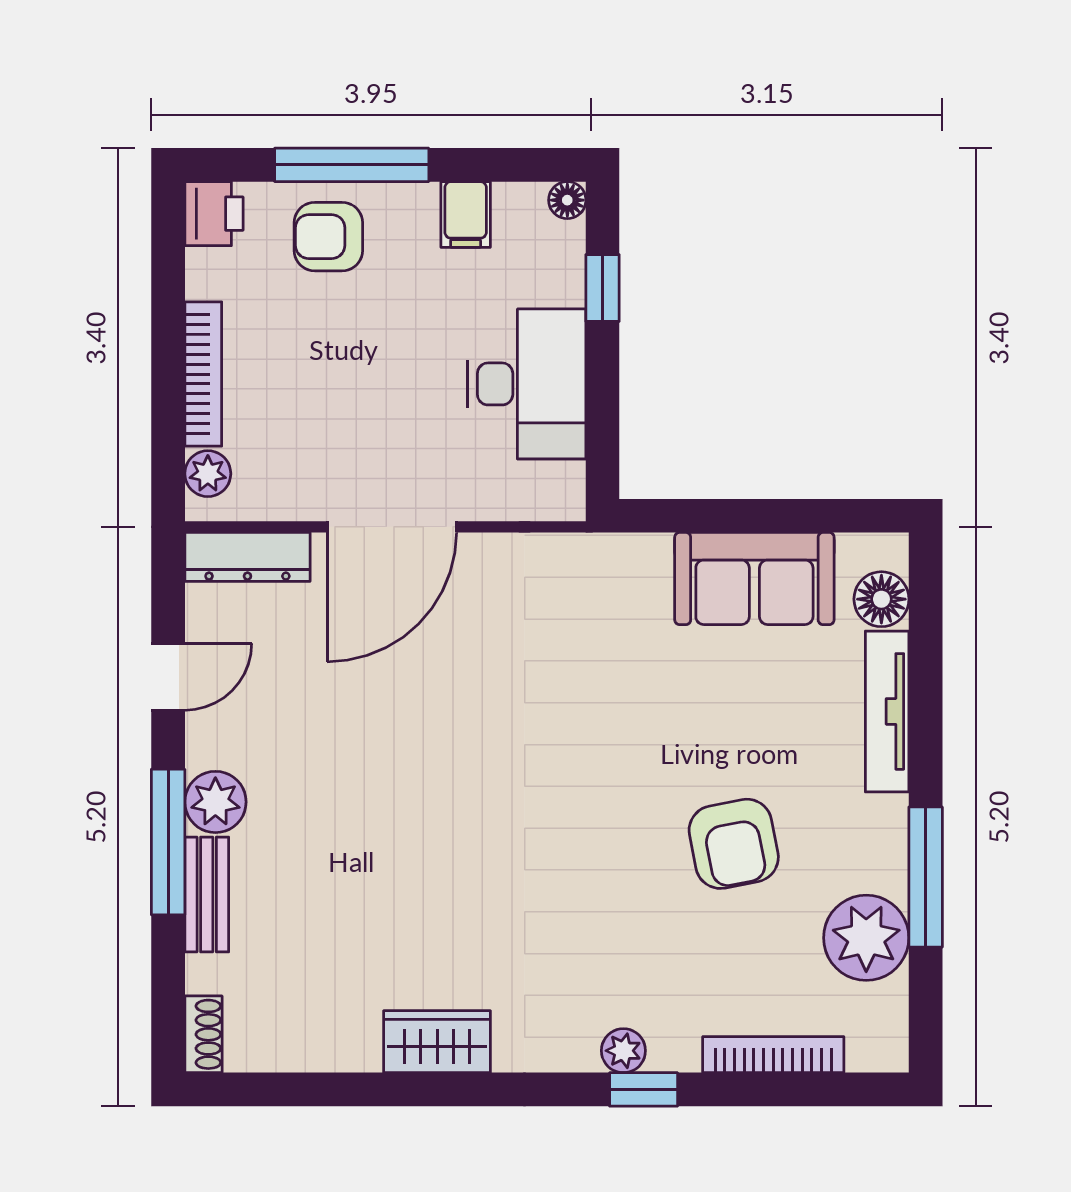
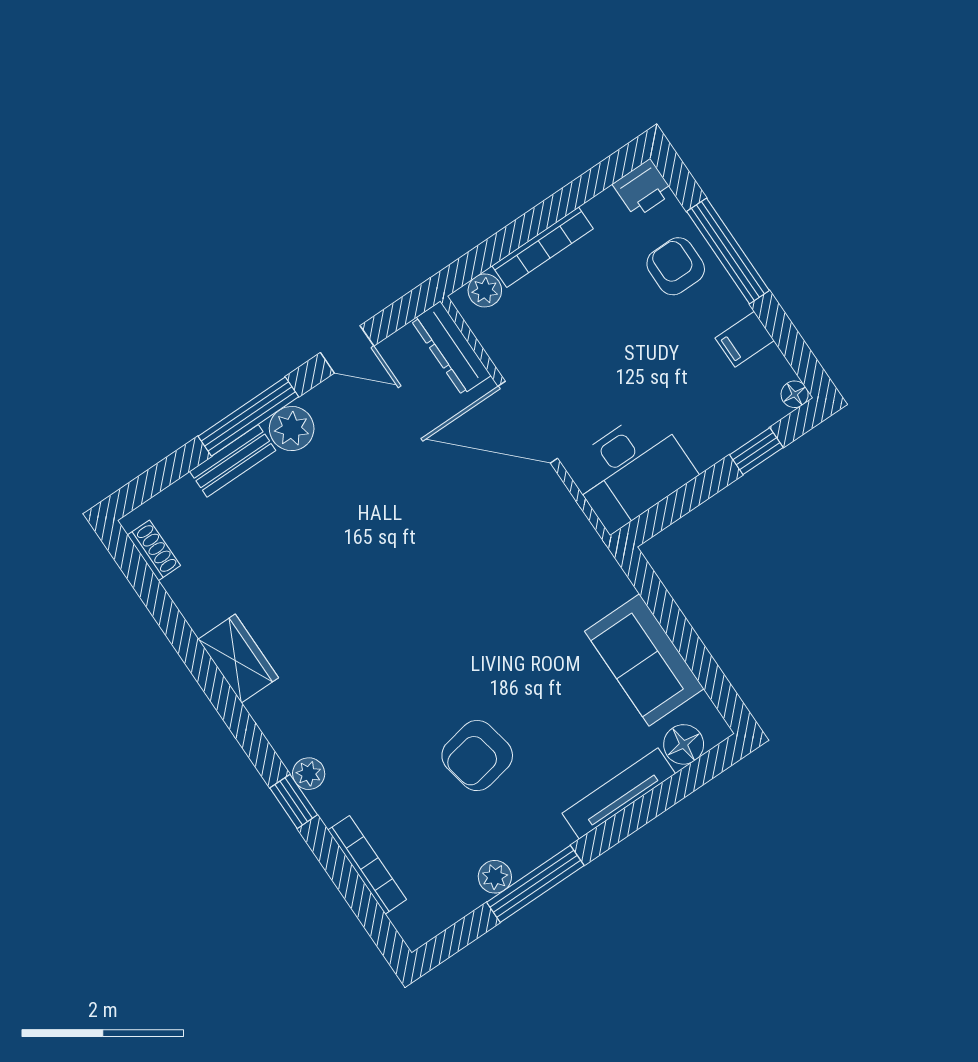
desk: (527, 384) -> (631, 470), moved
plant: (866, 938) -> (495, 877), width x0.53, depth x0.53
shoe rack: (203, 1034) -> (154, 550), moved, turned -90

